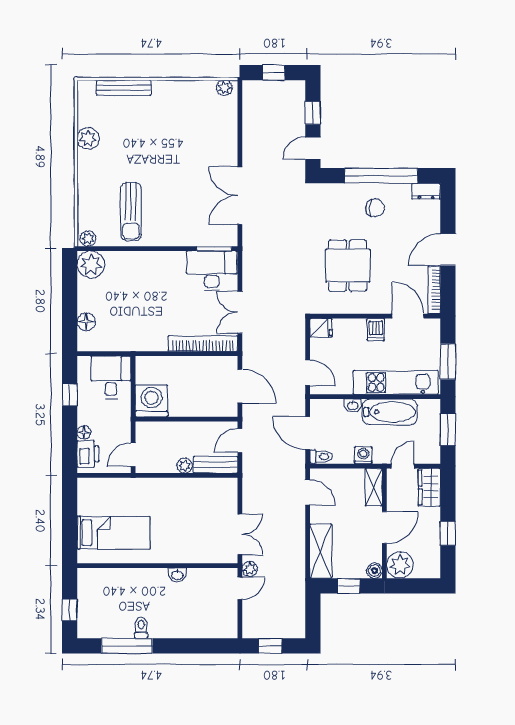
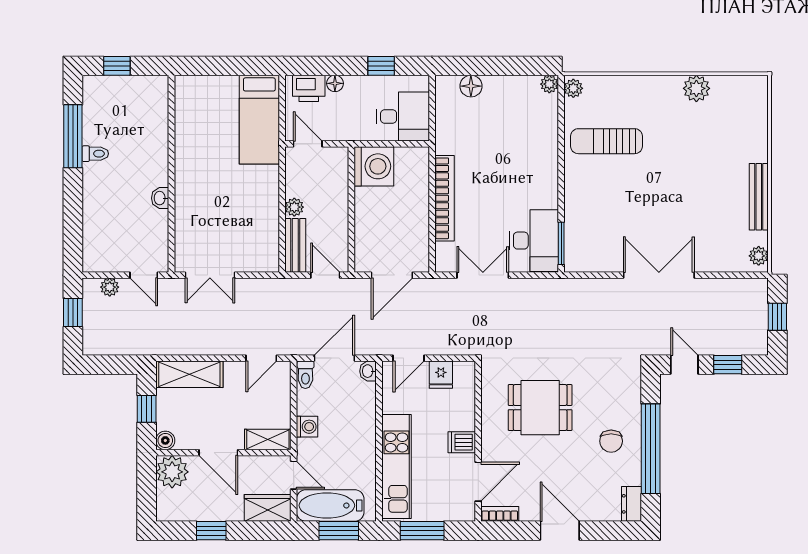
bench: (124, 88) -> (759, 197), moved
double door: (240, 196) -> (659, 275), moved
plant: (91, 264) -> (549, 84), width x0.53, depth x0.53
bookcase: (434, 290) -> (500, 514), width x0.64
fridge: (321, 328) -> (441, 375), moved
bookcase: (203, 343) -> (445, 198), moved
washbasin: (353, 406) -> (368, 371), moved
bathtub: (390, 412) -> (330, 505), moved, turned 90
bed: (113, 533) -> (259, 120), moved
plant: (250, 569) -> (110, 287), moved

